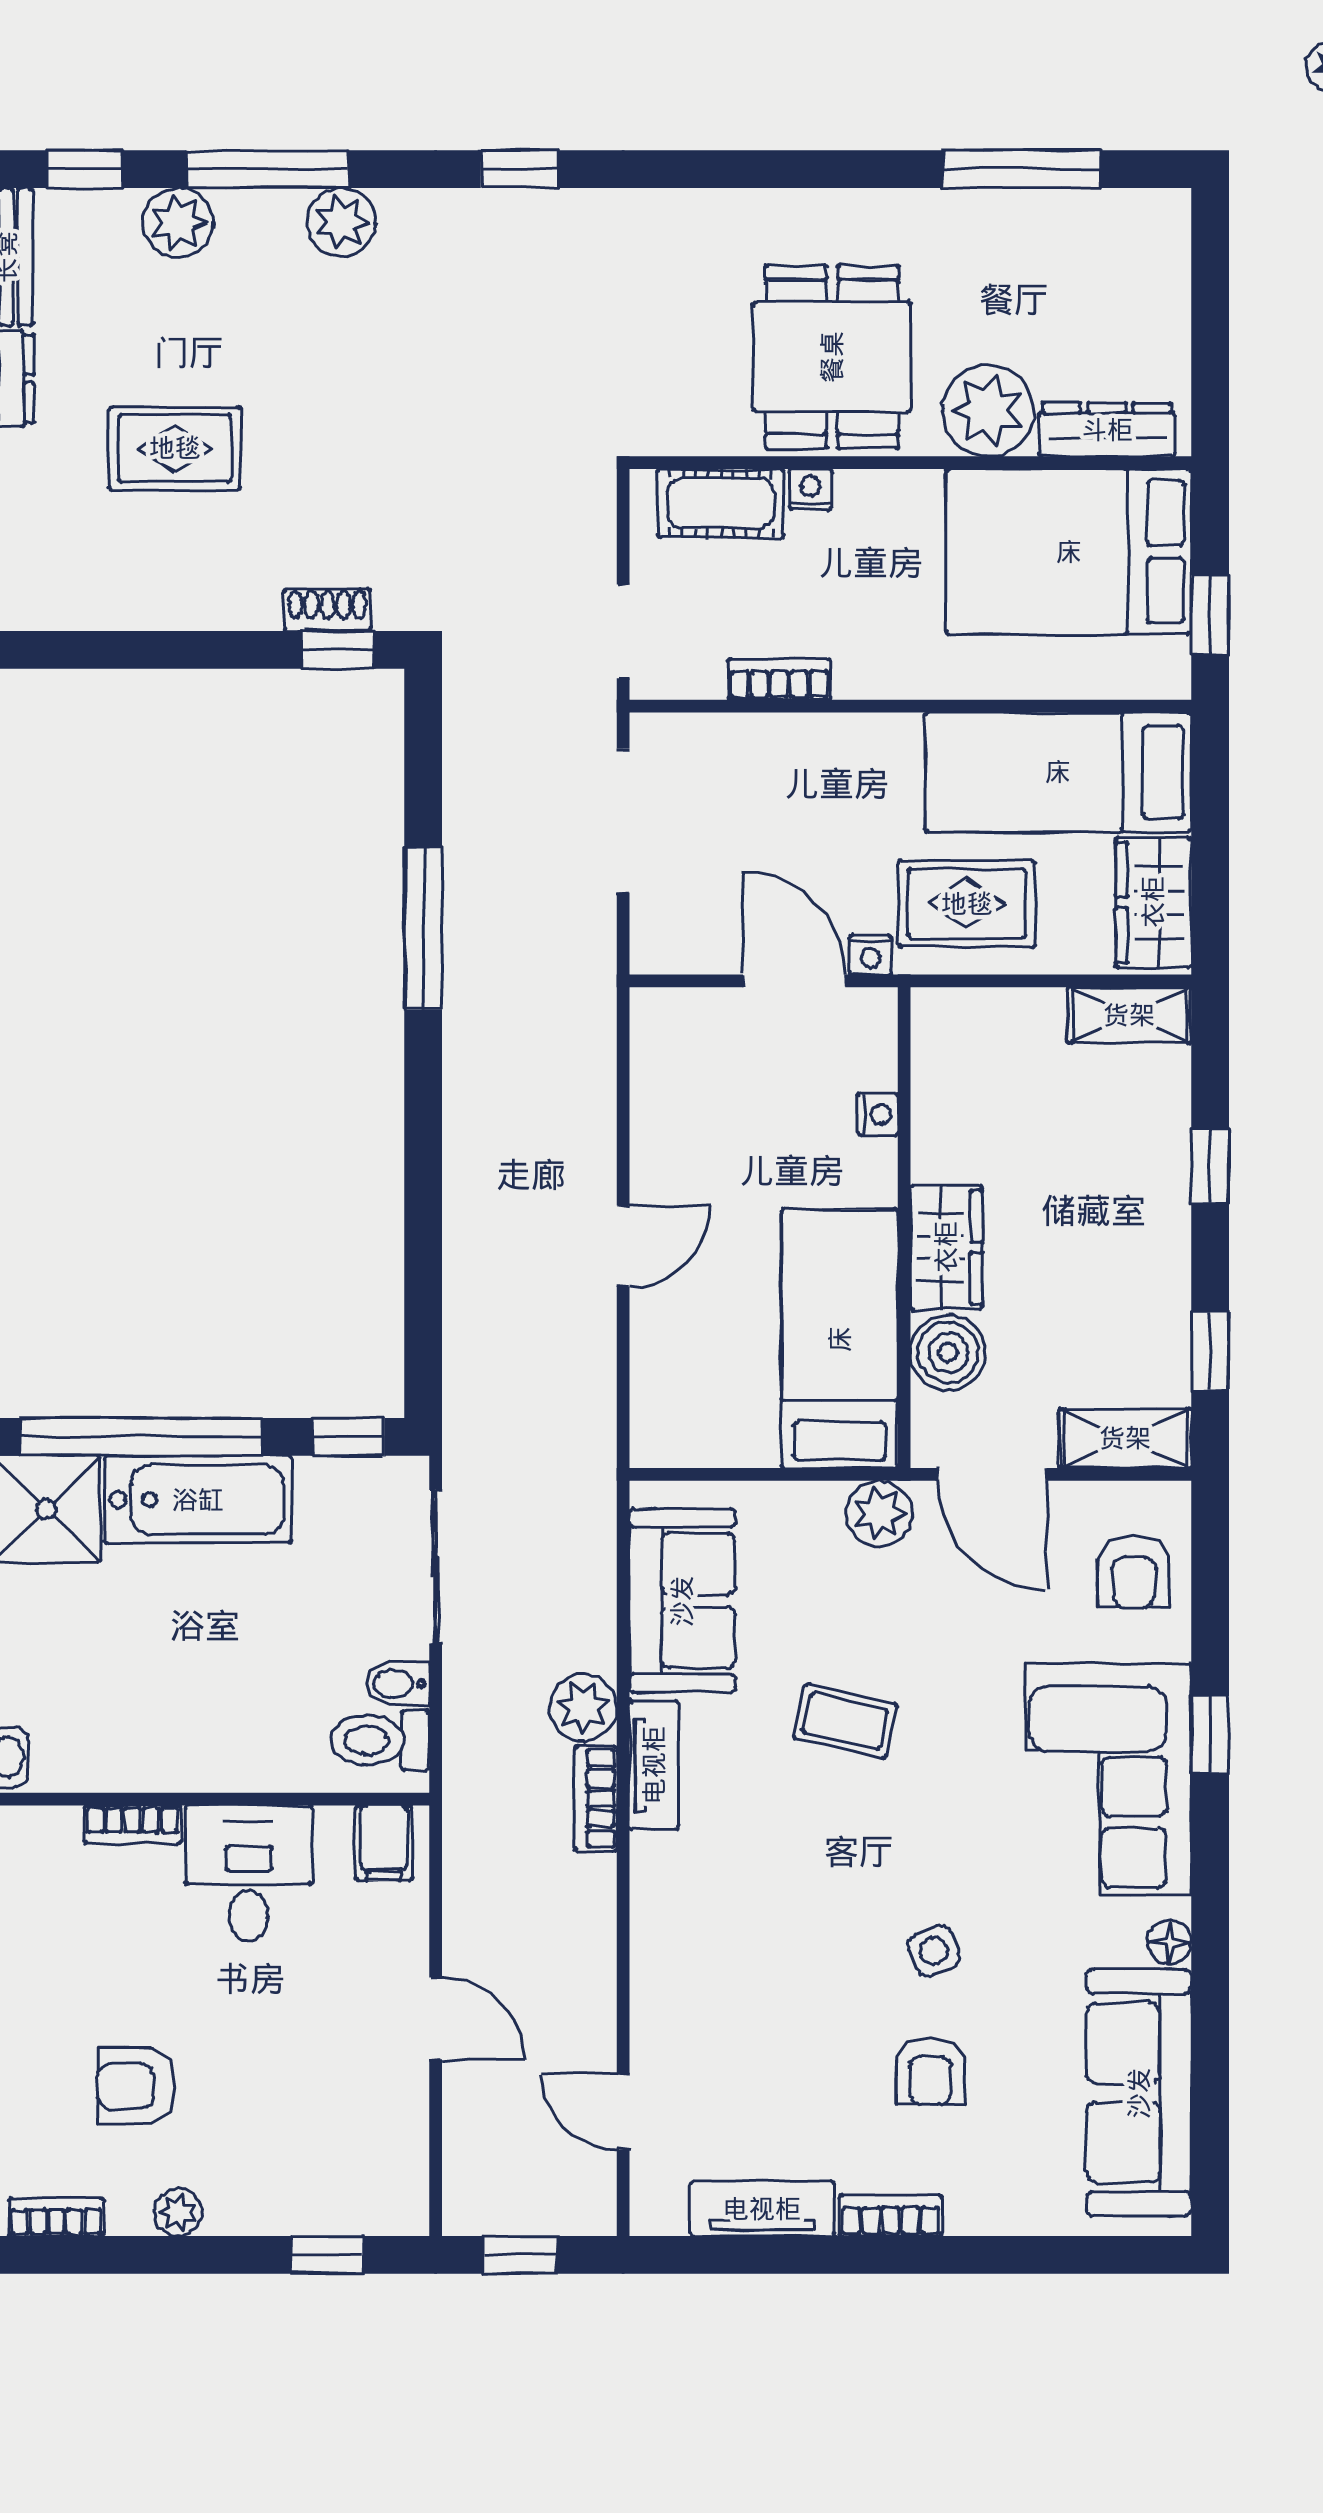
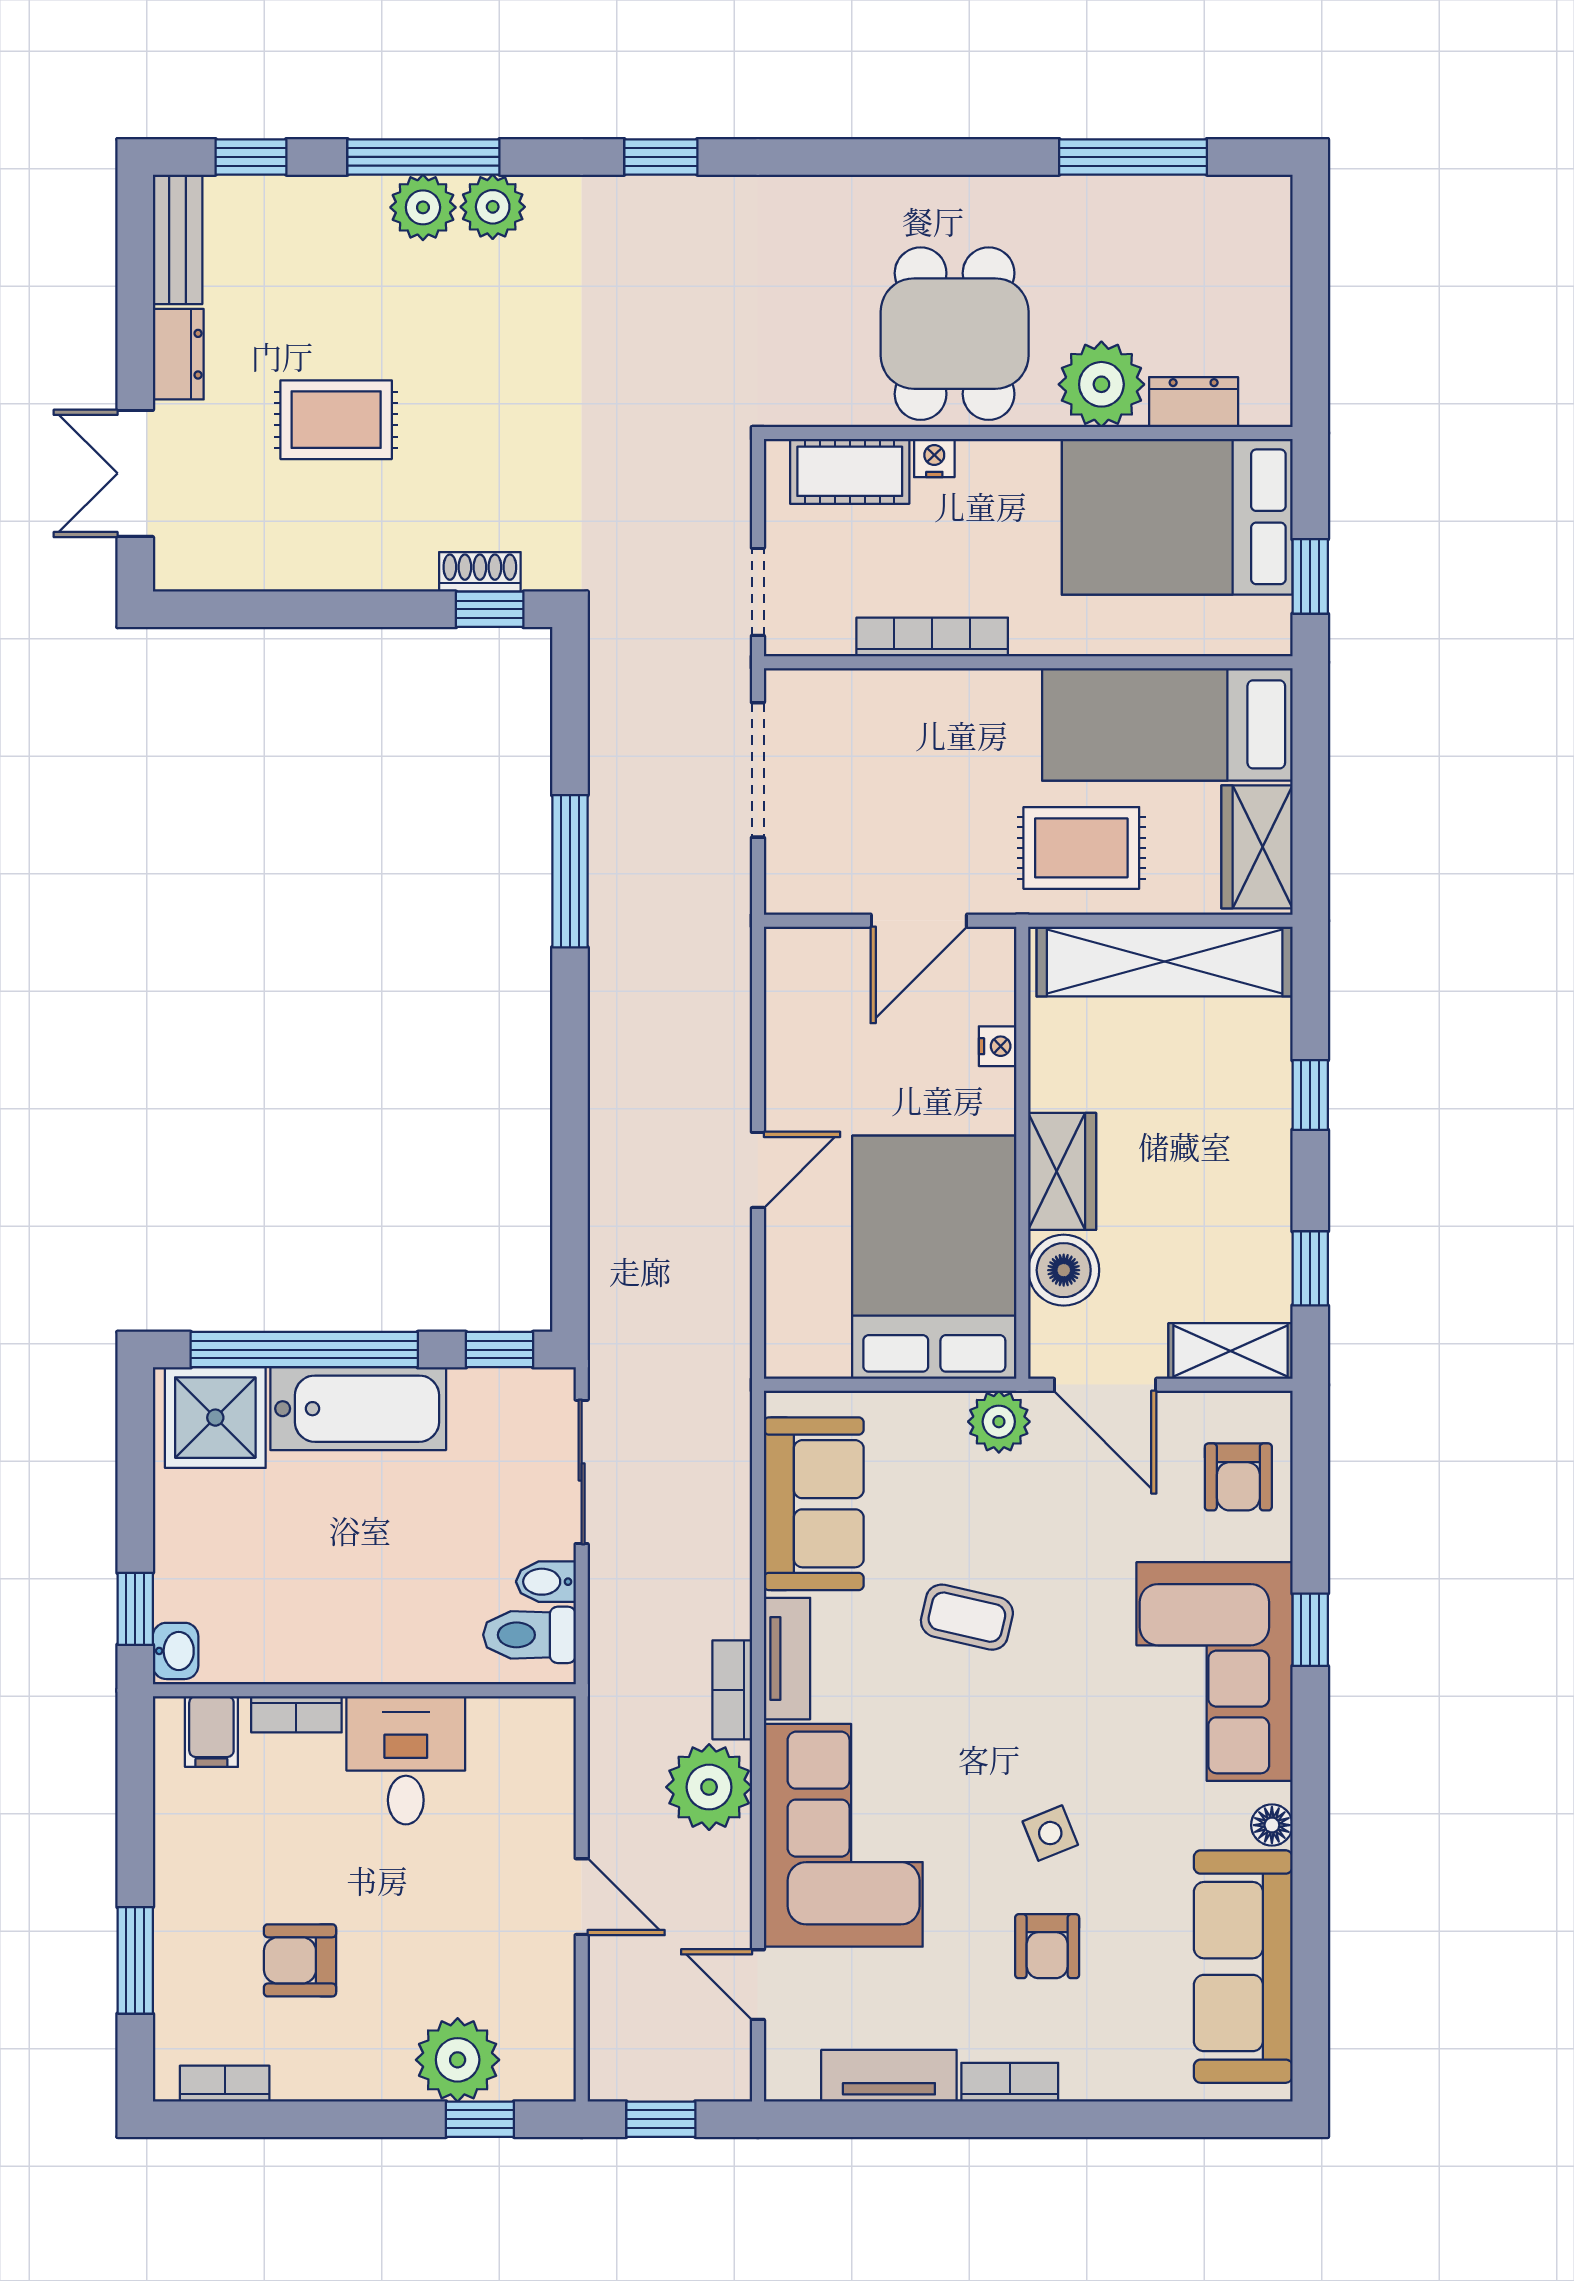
plant: (178, 223) -> (423, 207), moved
dresser: (1107, 430) -> (1194, 402), width x0.70
bookcase: (779, 679) -> (932, 637), width x1.56
nightstand: (871, 955) -> (991, 896), removed
door: (794, 981) -> (919, 921), swing flipped
shelving: (1129, 1015) -> (1165, 961), width x2.20, depth x1.33
bed: (840, 1339) -> (934, 1257), width x1.50
plant: (583, 1707) -> (709, 1787), moved, width x1.36, depth x1.36
filing cabinet: (384, 1843) -> (211, 1732), moved
corner sofa: (714, 1953) -> (843, 1835), added
plant: (178, 2213) -> (458, 2060), moved, width x1.88, depth x1.88

